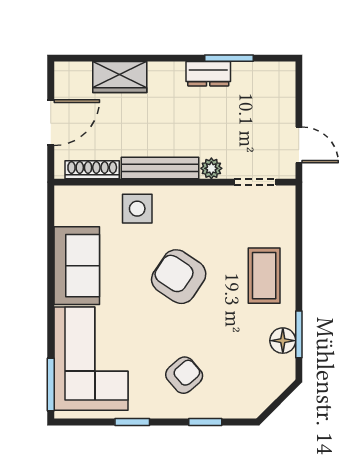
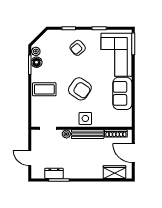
dresser: (208, 74) -> (54, 173), moved
wardrobe: (120, 77) -> (114, 172), moved
door: (51, 123) -> (133, 153), hinge flipped
door: (299, 145) -> (30, 158), moved
side table: (137, 209) -> (85, 118), moved
coffee table: (264, 276) -> (44, 89), turned 90
plant: (285, 367) -> (36, 51), added

